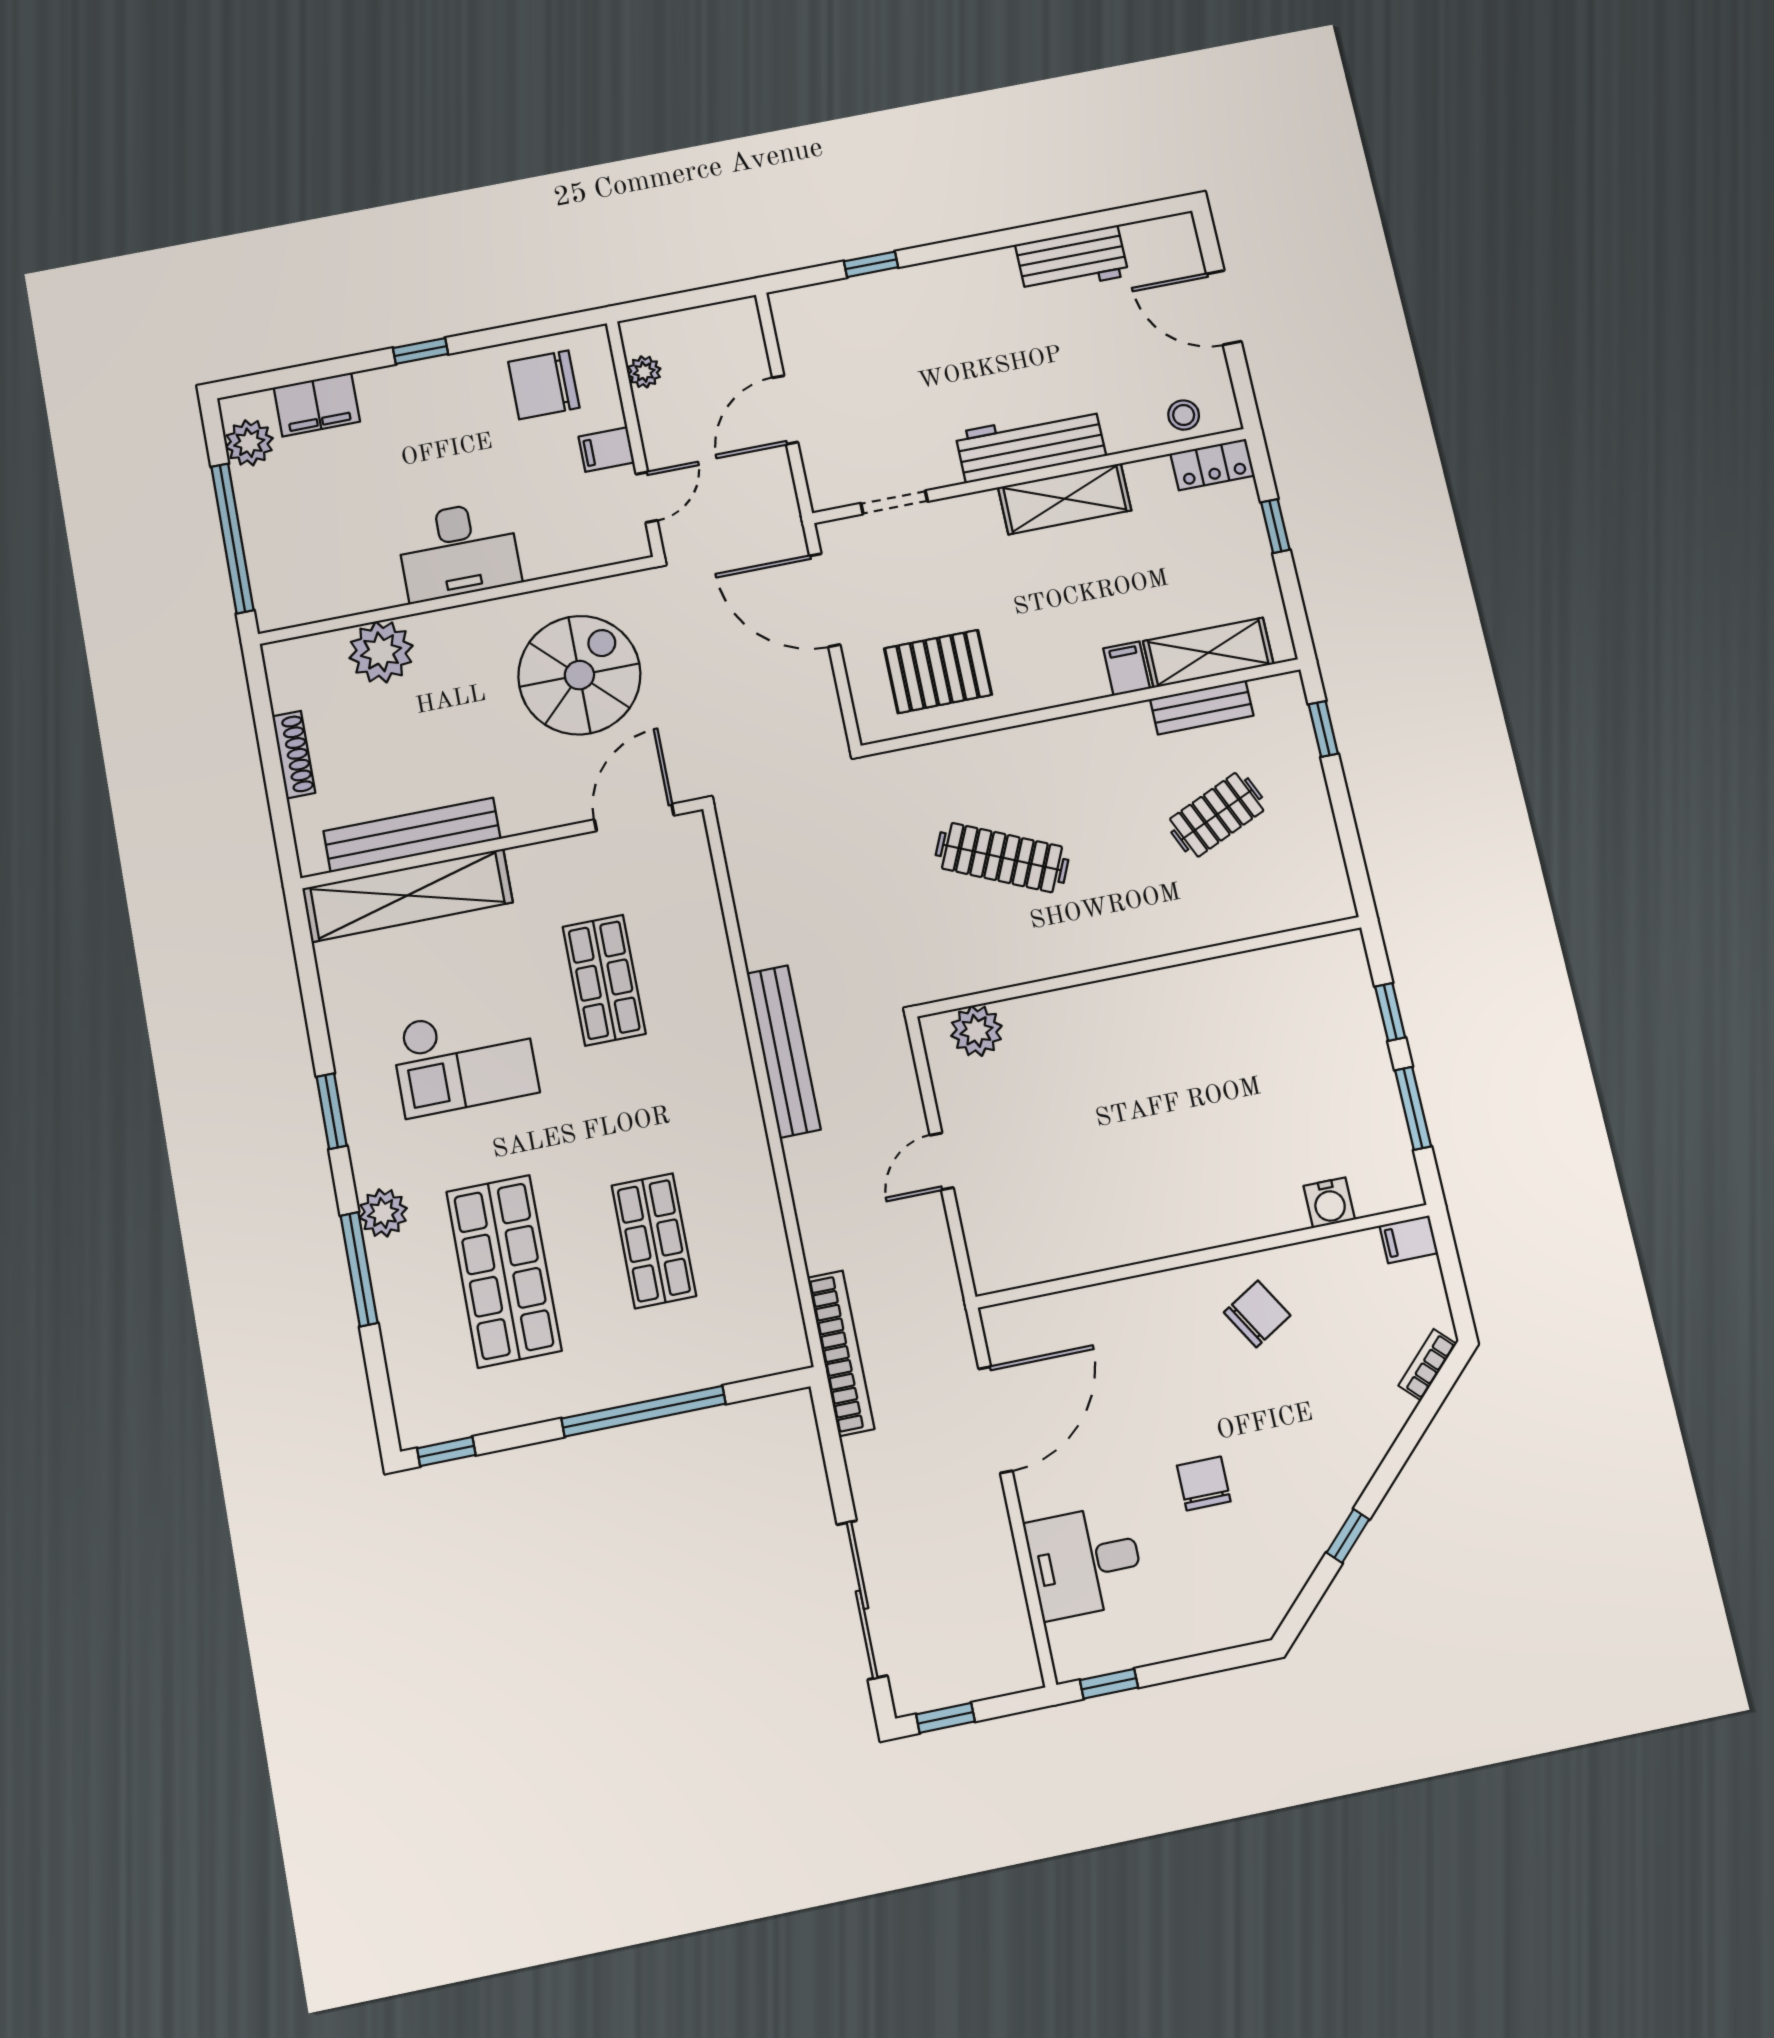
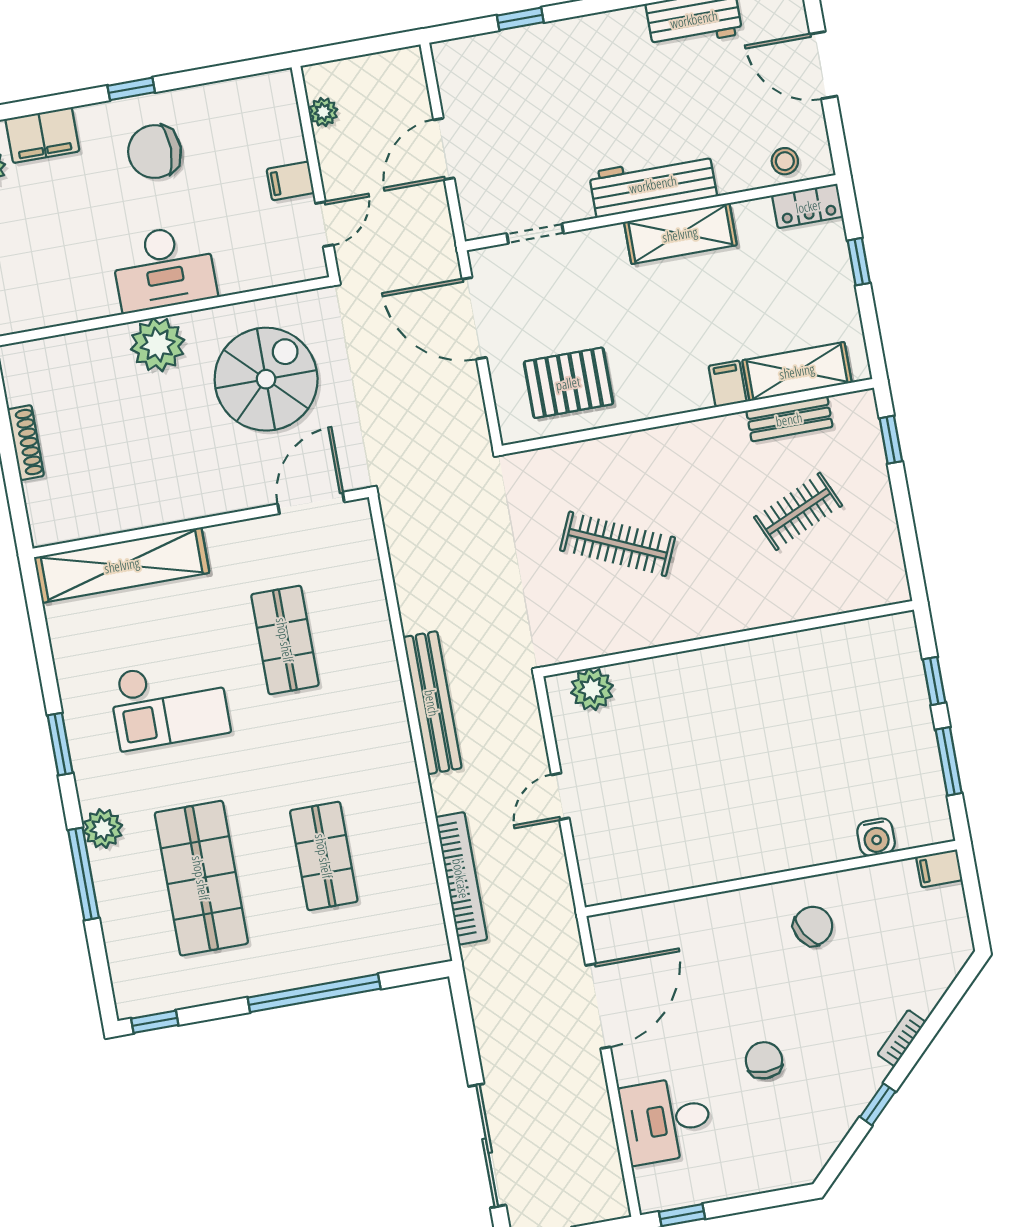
chair: (544, 385) -> (155, 152), moved
plant: (381, 652) -> (158, 345), moved
bench: (412, 835) -> (125, 514), removed
bookcase: (841, 1353) -> (461, 878), moved
bookcase: (1427, 1365) -> (902, 1038), moved

